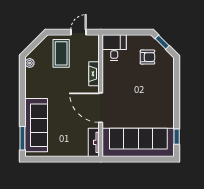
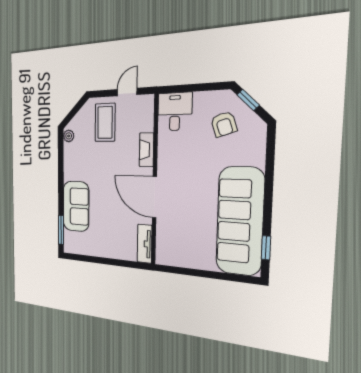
armchair: (147, 57) -> (224, 124), turned 72
sofa: (36, 125) -> (76, 206), width x0.73
sofa: (138, 142) -> (240, 221), moved, turned -90

